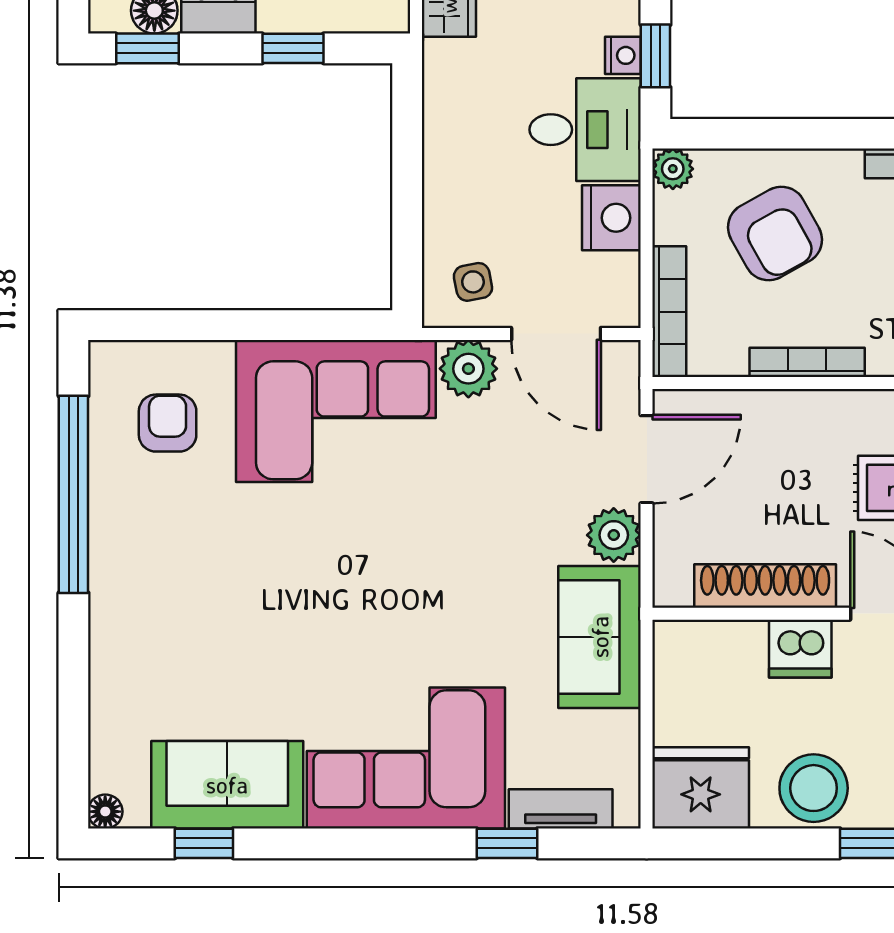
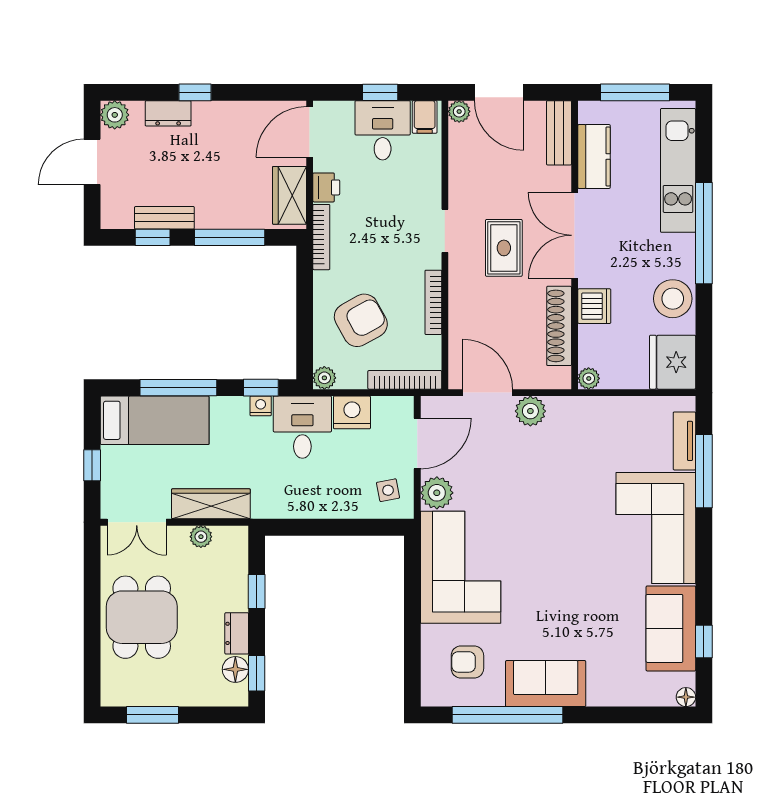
sofa: (600, 637) -> (546, 684), moved, turned 180
plant: (672, 639) -> (589, 378), added
window: (507, 843) -> (704, 471), width x2.17

